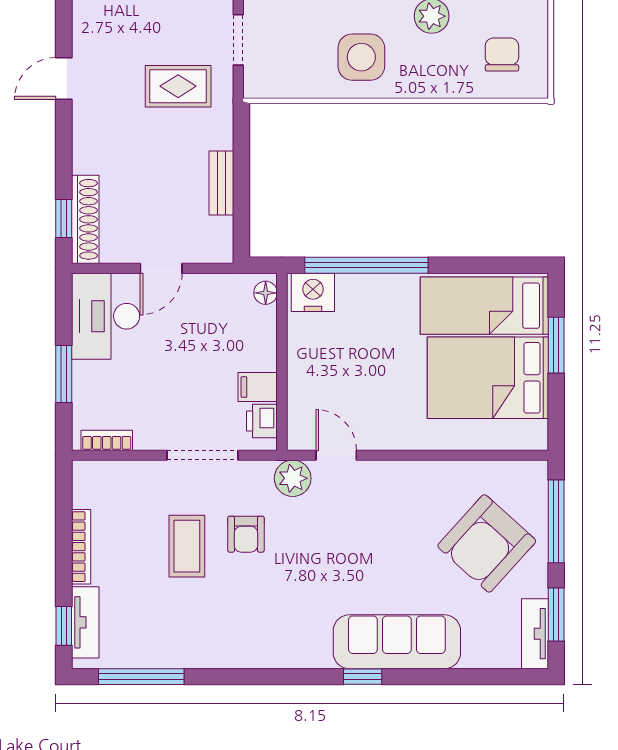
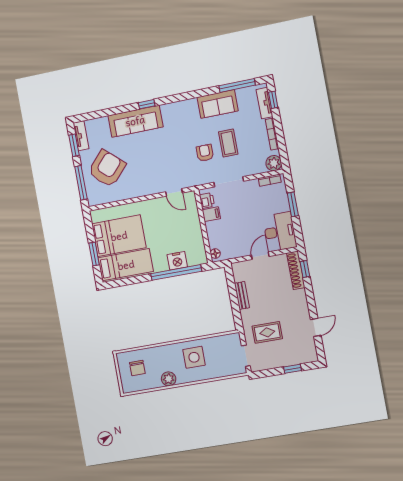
nightstand: (313, 292) -> (177, 261), moved
plant: (293, 478) -> (274, 163), moved
sofa: (195, 643) -> (218, 104), added

